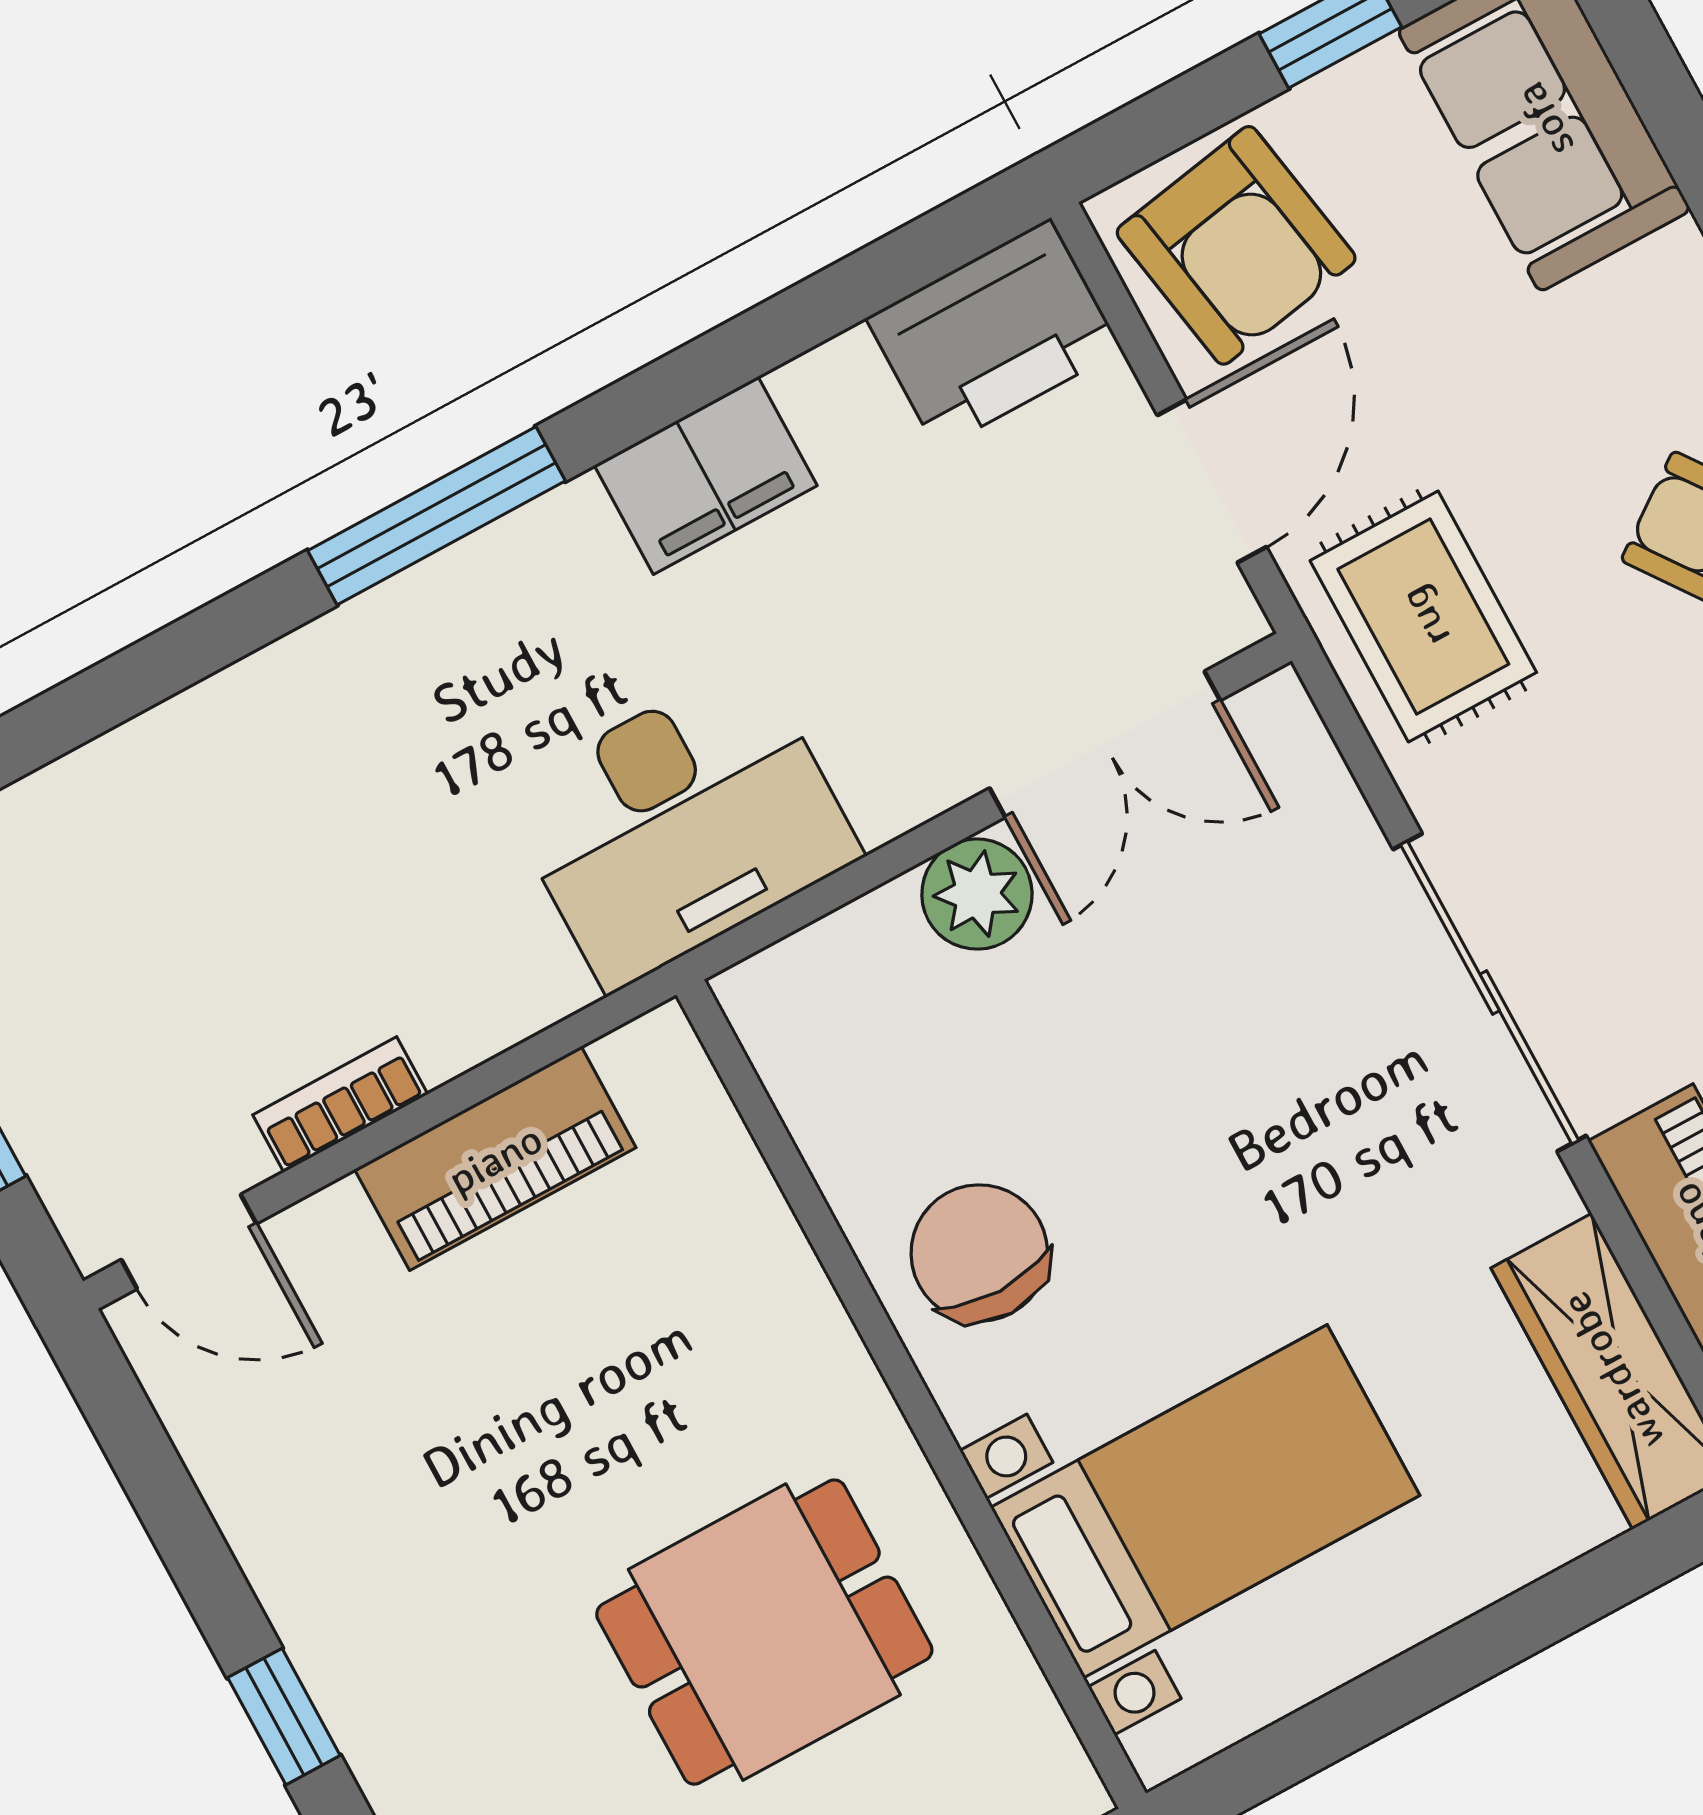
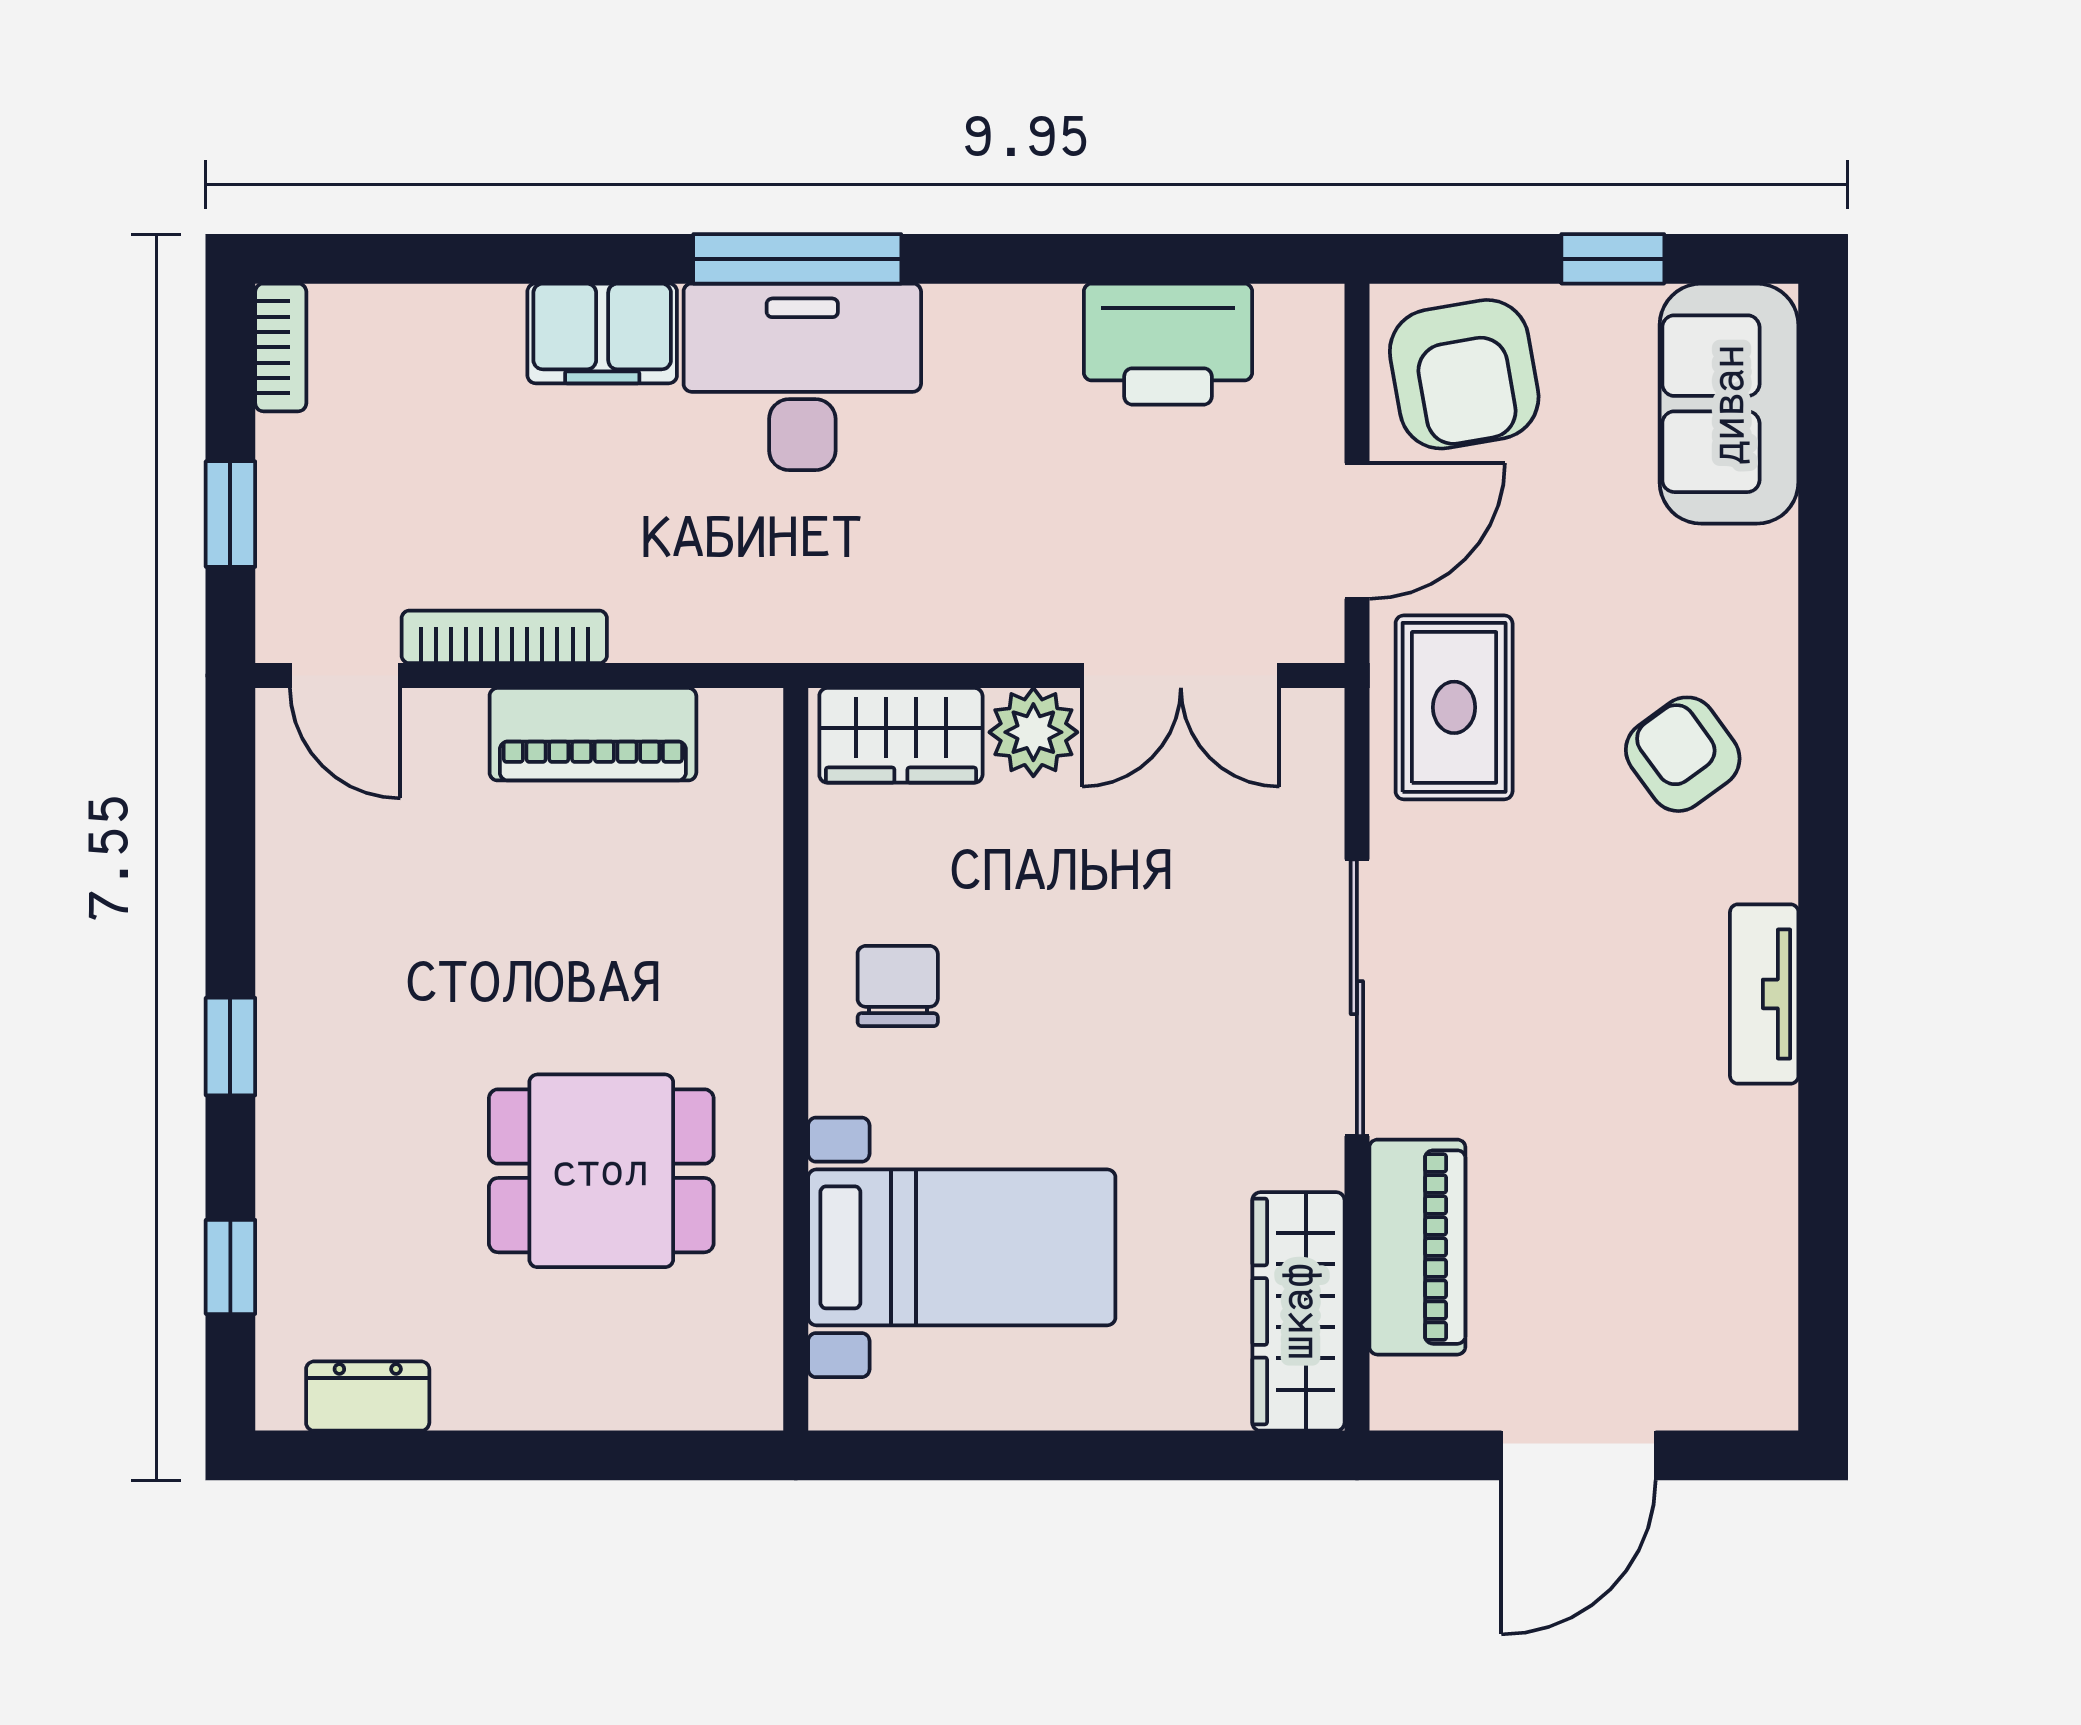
printer: (993, 334) -> (1168, 344), moved
filing cabinet: (706, 475) -> (602, 333), moved
desk: (681, 824) -> (802, 377), moved, turned 180
wardrobe: (834, 976) -> (901, 735), added
bookcase: (340, 1105) -> (504, 637), width x1.56
chair: (979, 1253) -> (898, 986), width x0.73, depth x0.73

